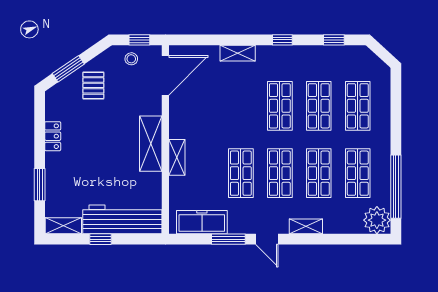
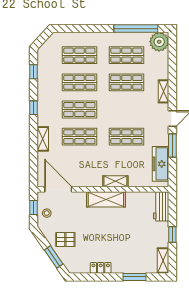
shop shelf: (280, 173) -> (79, 137), moved
workbench: (122, 219) -> (161, 206), width x0.53, depth x0.76

